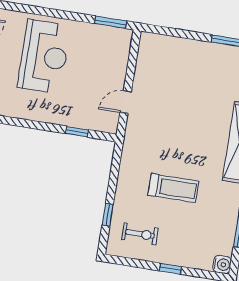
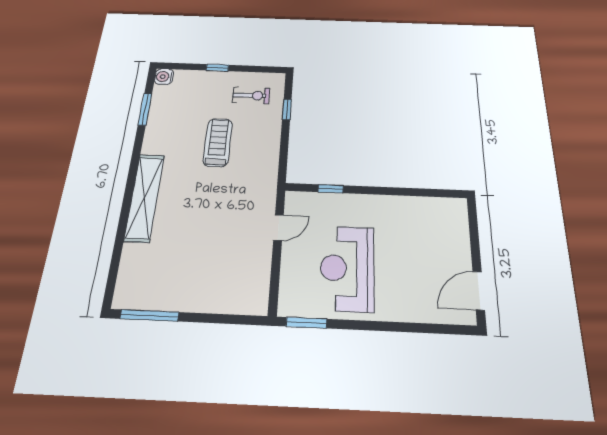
reception desk: (44, 57) -> (347, 268), moved
treadmill: (173, 188) -> (218, 142), turned 90
exercise bike: (140, 234) -> (251, 95), turned 180

